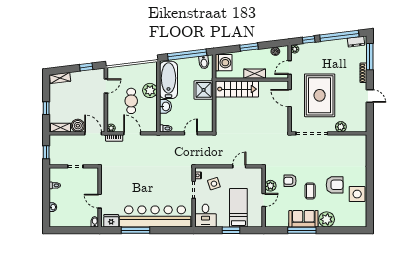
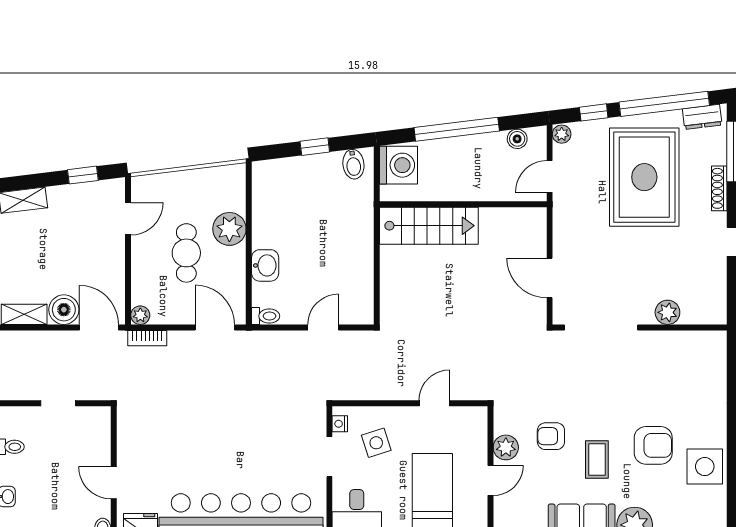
window: (249, 47) -> (457, 129), width x2.11
window: (187, 55) -> (315, 147), width x0.32
shelving: (255, 74) -> (470, 190), removed
bathtub: (168, 80) -> (272, 205), removed
shower: (204, 90) -> (352, 228), removed
rug: (320, 95) -> (644, 177), moved
door: (290, 98) -> (550, 278), moved
door: (132, 133) -> (215, 327), moved

